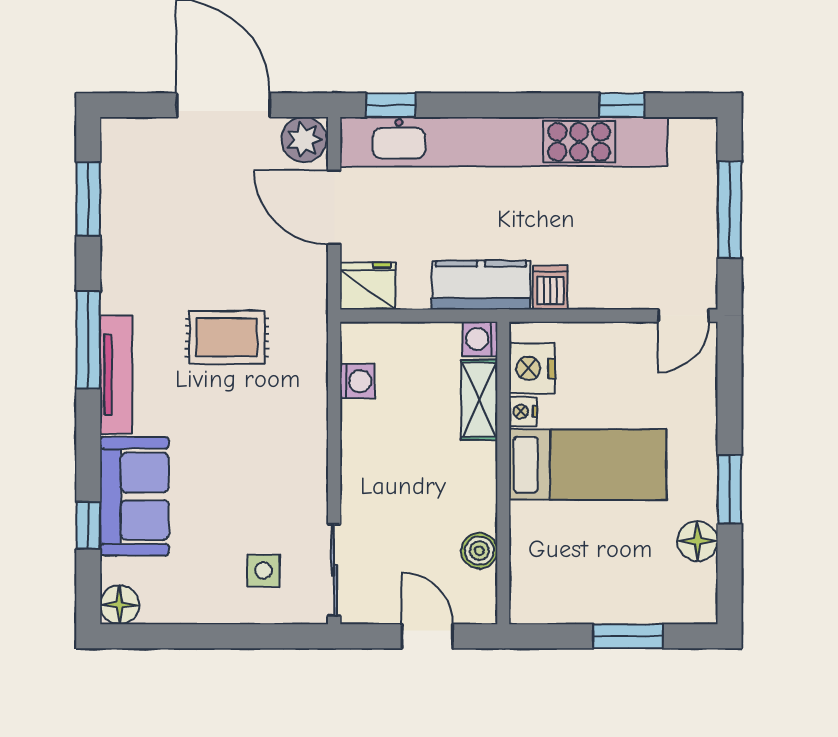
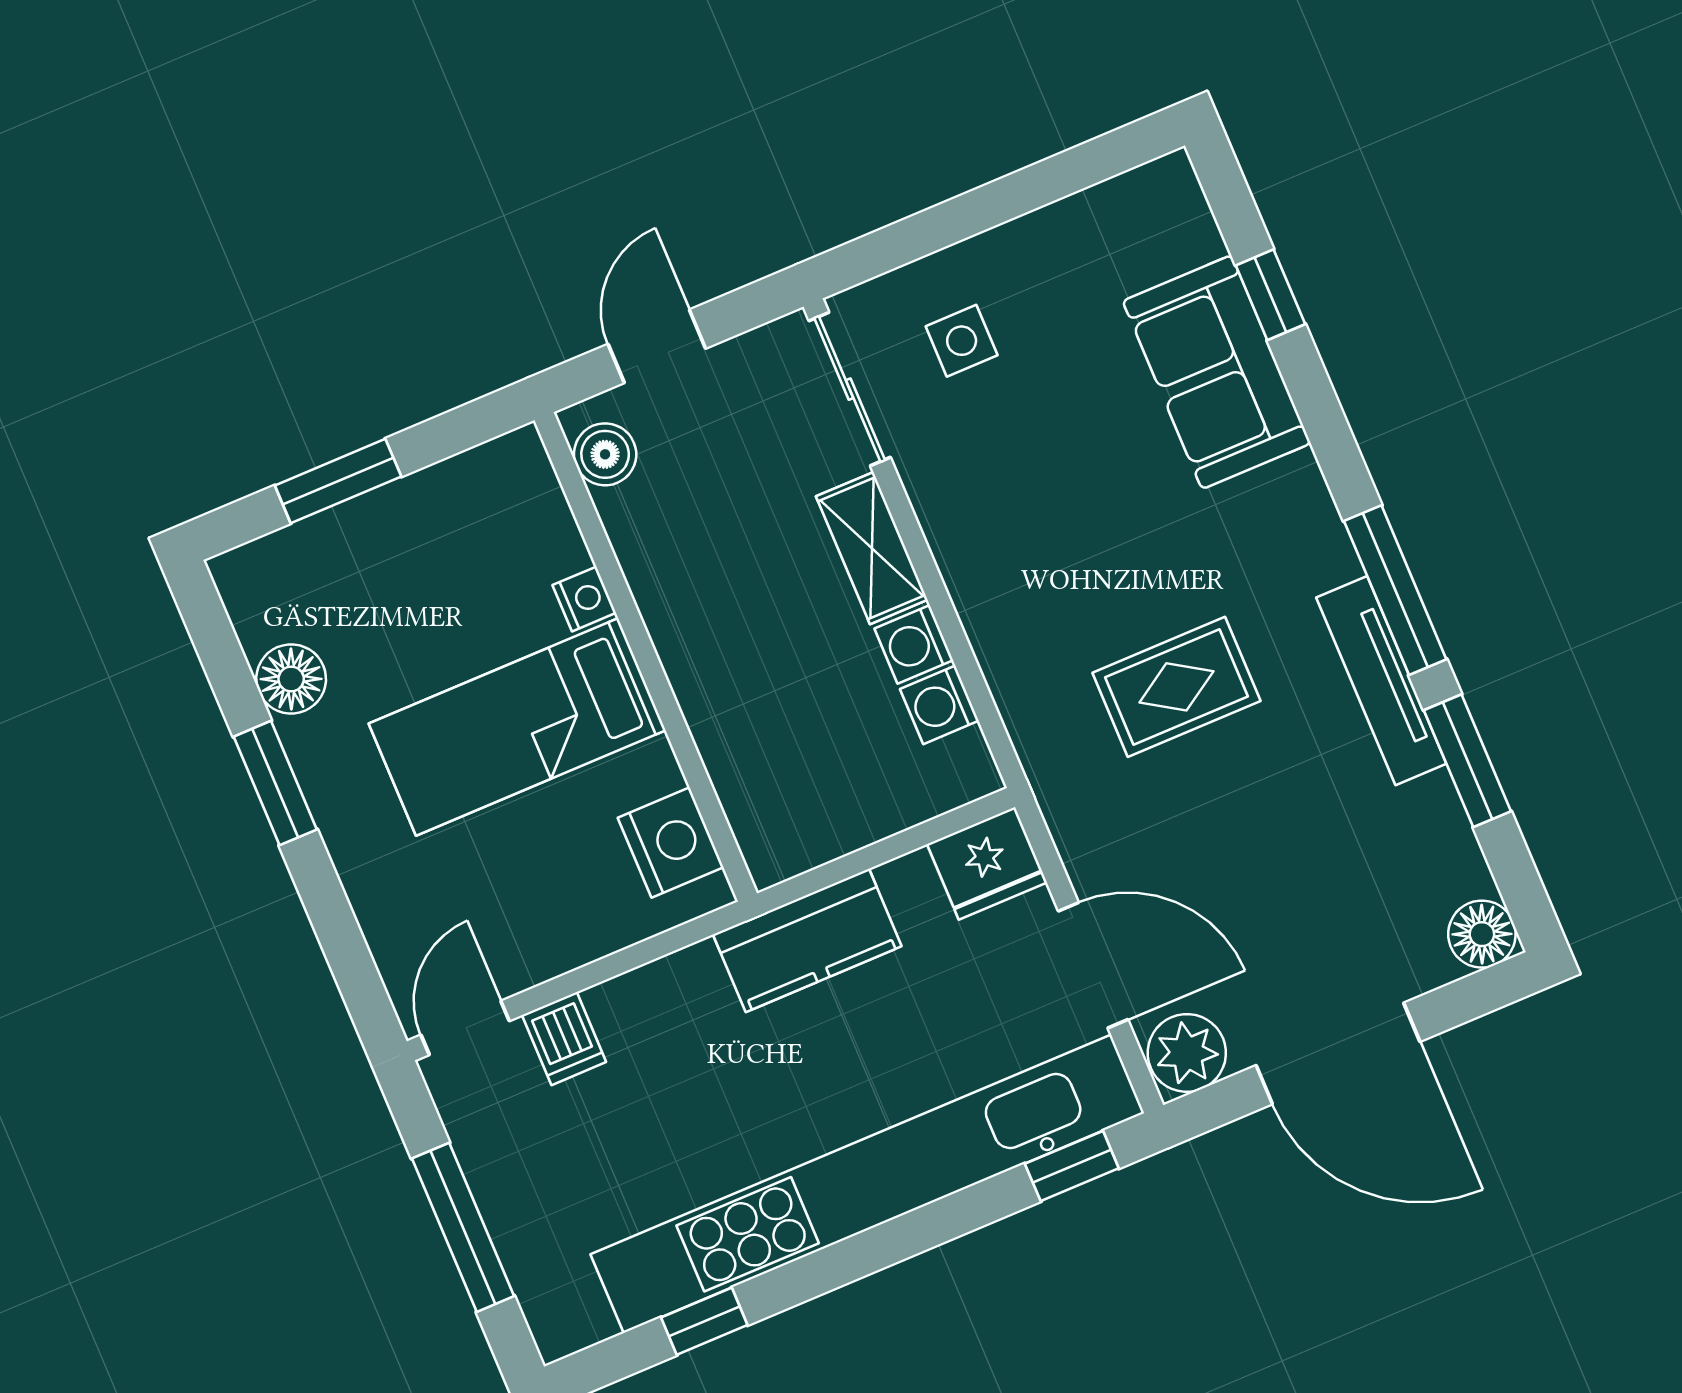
window: (88, 199) -> (1467, 761), moved
dishwasher: (550, 288) -> (564, 1039), moved
washing machine: (480, 339) -> (914, 644), moved, turned 180
tv unit: (116, 375) -> (1381, 681), moved
shelving: (479, 400) -> (872, 548), moved
nightstand: (523, 411) -> (584, 599), moved
boiler: (479, 551) -> (605, 454), moved
floor lamp: (120, 605) -> (1482, 934), moved
door: (427, 636) -> (657, 346), swing flipped

